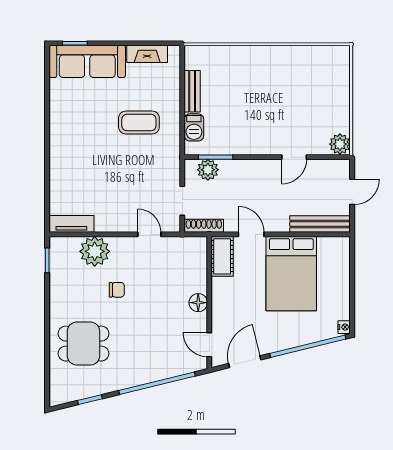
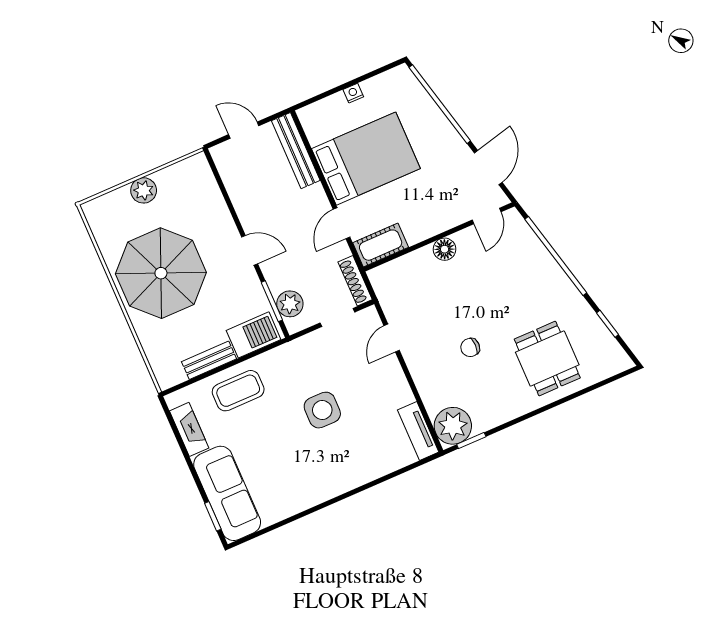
parasol: (273, 84) -> (161, 273), added
coffee table: (139, 122) -> (238, 391), moved, turned 90
barbecue: (194, 127) -> (254, 335), width x1.38, depth x1.27
plant: (340, 144) -> (144, 190), moved
door: (294, 157) -> (250, 250), moved
side table: (118, 159) -> (322, 410), added
plant: (95, 251) -> (453, 426), moved
chair: (117, 290) -> (470, 347), turned -90
nightstand: (344, 327) -> (353, 93), moved
door: (245, 362) -> (488, 168), swing flipped

